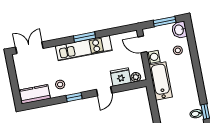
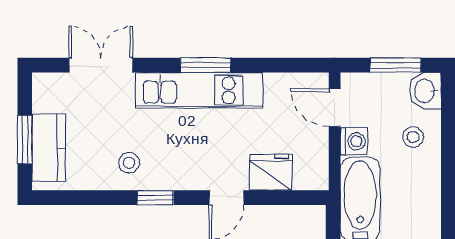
double door: (29, 48) -> (101, 65), moved
plant: (136, 77) -> (305, 179), removed
window: (14, 83) -> (25, 140), added
kitchen counter: (35, 94) -> (49, 148), moved, turned 90

